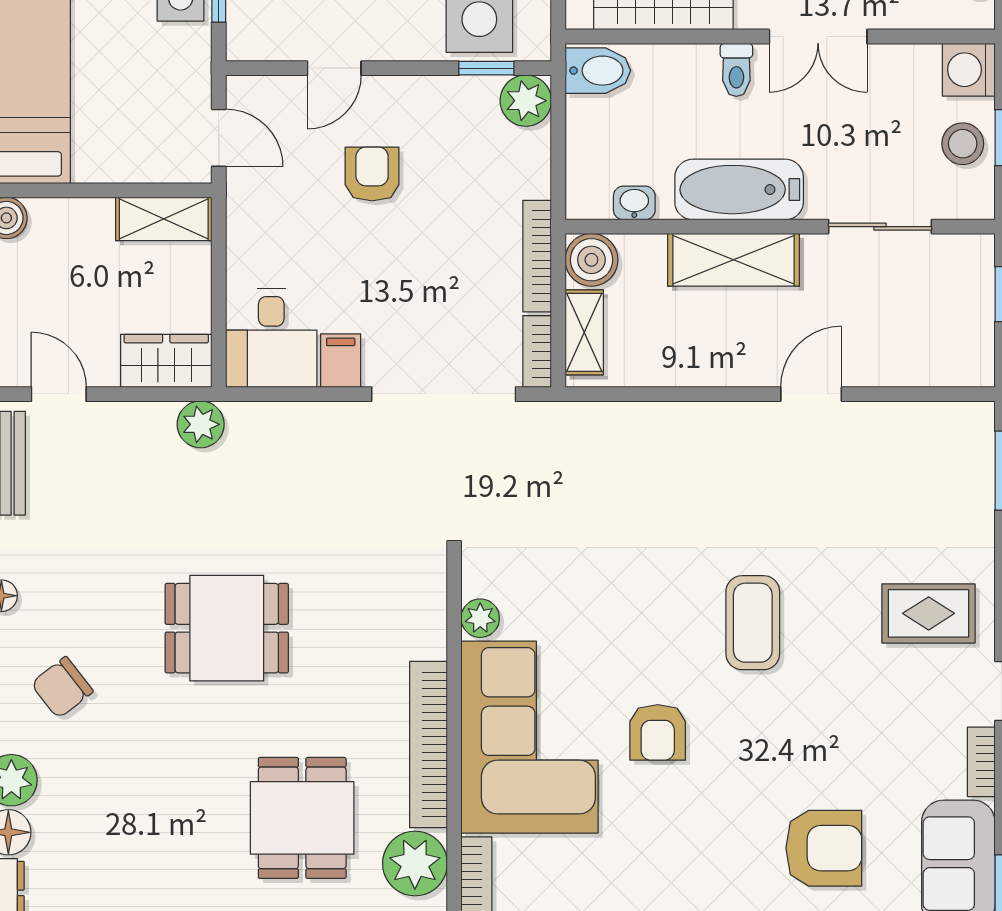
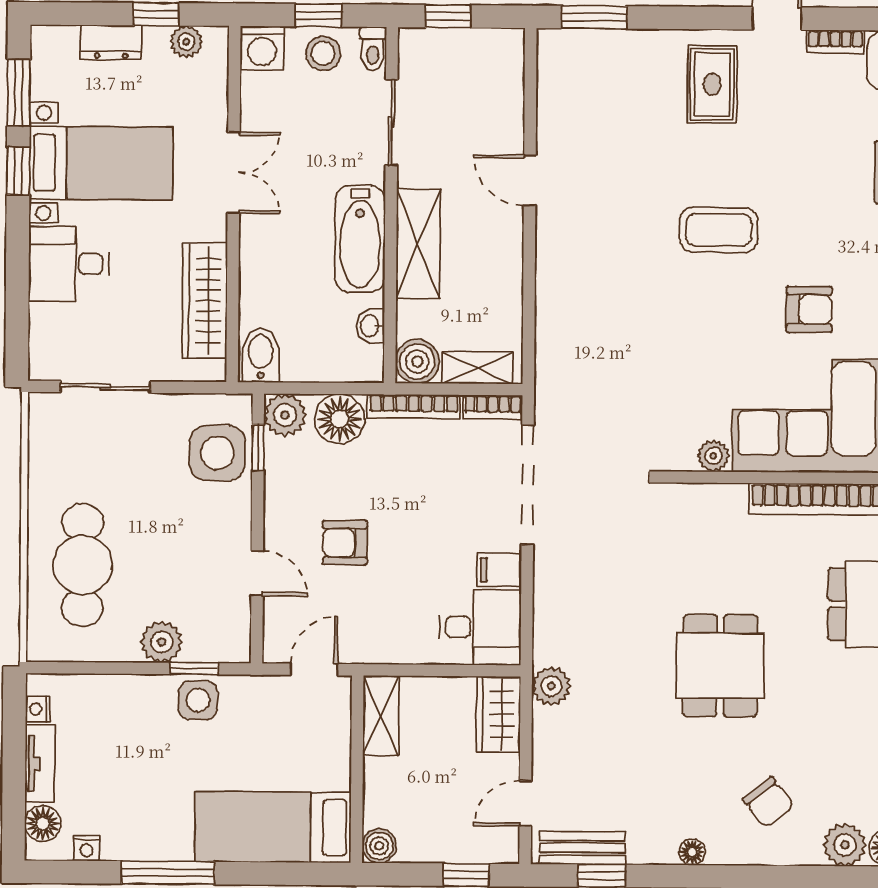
toilet: (736, 70) -> (373, 49), moved, turned 90
floor lamp: (521, 167) -> (340, 419), added

